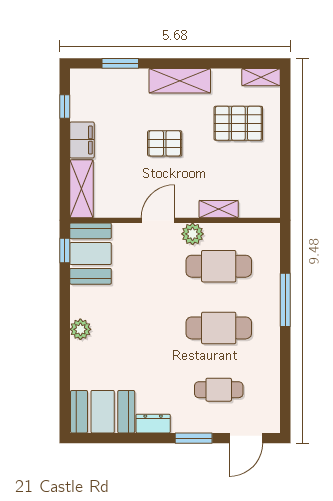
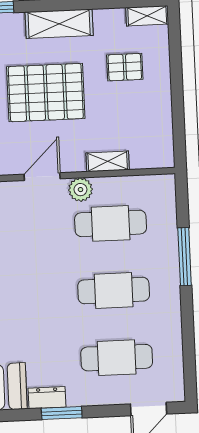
pallet: (238, 123) -> (125, 67), width x0.67, depth x0.71
pallet: (165, 143) -> (46, 93), width x2.05, depth x2.00
cafe table: (219, 390) -> (117, 358), width x1.37, depth x1.35
window: (194, 438) -> (62, 413), moved

